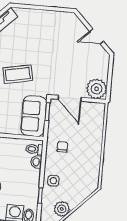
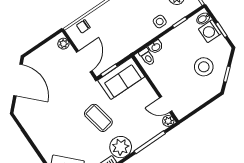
door: (97, 36) -> (18, 80), width x1.87
plant: (97, 89) -> (63, 44), width x0.53, depth x0.53
chair: (62, 147) -> (83, 26), moved

